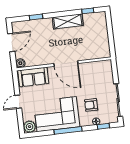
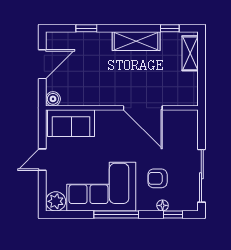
shelving: (102, 25) -> (190, 53), added
door: (66, 64) -> (143, 108), moved

